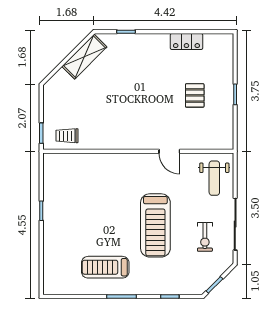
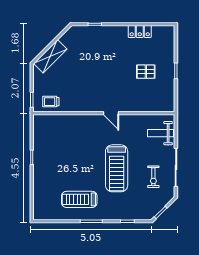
shelving: (84, 57) -> (50, 56), moved
pallet: (195, 95) -> (146, 72), turned 90
door: (169, 151) -> (111, 113), moved
weight bench: (214, 178) -> (160, 133), turned 90

